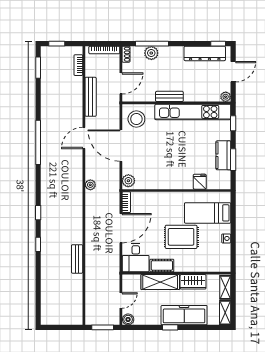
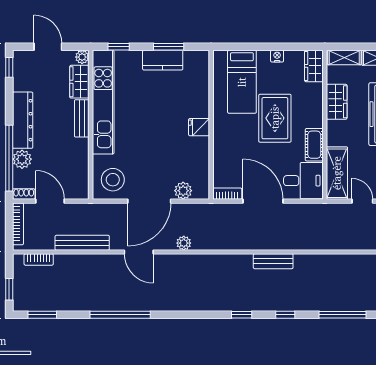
window: (152, 44) -> (9, 158), width x1.46
dresser: (205, 53) -> (23, 120), moved
door: (121, 83) -> (50, 201), moved
wardrobe: (208, 95) -> (79, 82), added
bench: (169, 96) -> (82, 118), moved
window: (38, 142) -> (120, 315), moved
plant: (128, 181) -> (183, 191), moved
fridge: (200, 182) -> (199, 127), moved
plant: (90, 185) -> (184, 243), moved
bench: (77, 259) -> (273, 261), moved
wardrobe: (219, 265) -> (314, 66), added
shelving: (160, 282) -> (337, 173), moved
window: (38, 286) -> (343, 315), added

